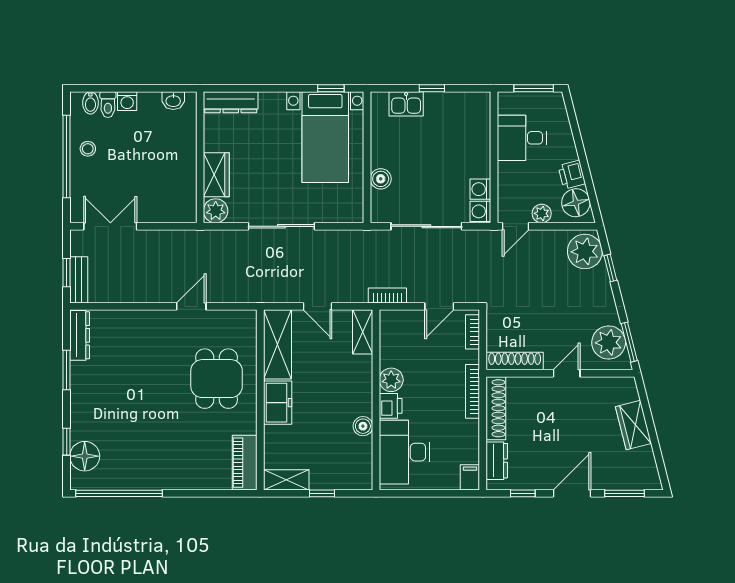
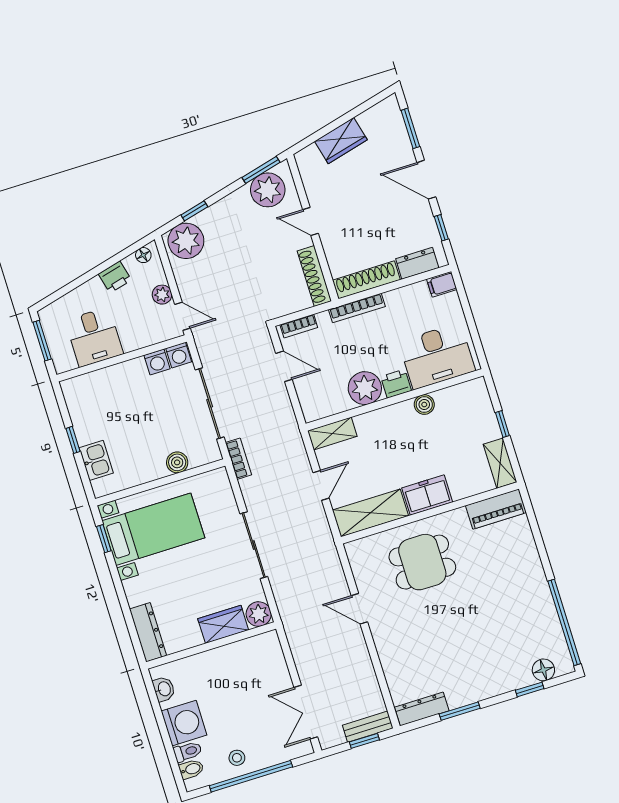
washing machine: (127, 101) -> (184, 723), width x1.89, depth x1.89
floor lamp: (576, 203) -> (143, 255), width x0.53, depth x0.53
bookcase: (387, 295) -> (239, 459), moved, turned 180
plant: (391, 380) -> (365, 388), width x1.36, depth x1.36
floor lamp: (85, 456) -> (543, 670), width x0.73, depth x0.73

